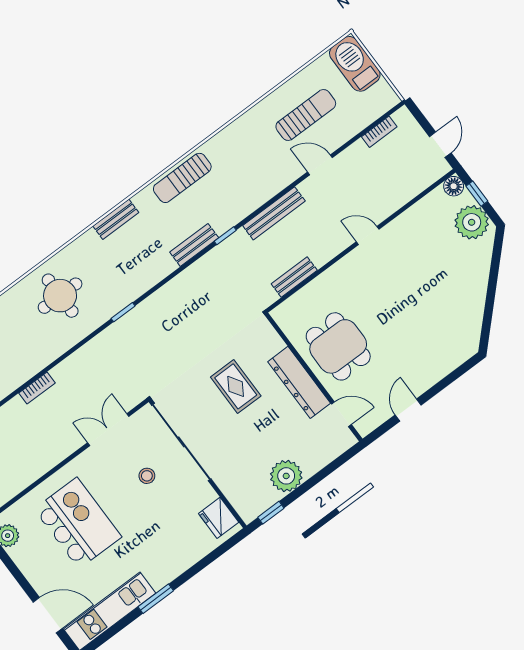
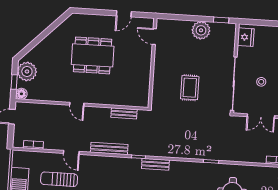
dining table: (338, 346) -> (93, 55), moved, width x1.38
dresser: (299, 382) -> (161, 66), removed

